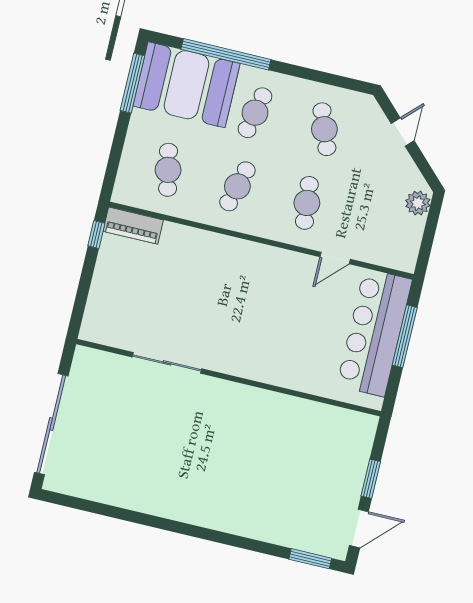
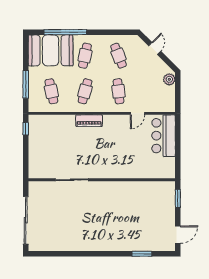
window: (132, 83) -> (26, 84), moved
piano: (133, 226) -> (89, 121), moved
bar counter: (374, 333) -> (164, 136), width x0.73
window: (405, 336) -> (178, 142), removed
window: (371, 479) -> (178, 198), moved
window: (310, 559) -> (142, 254), moved

